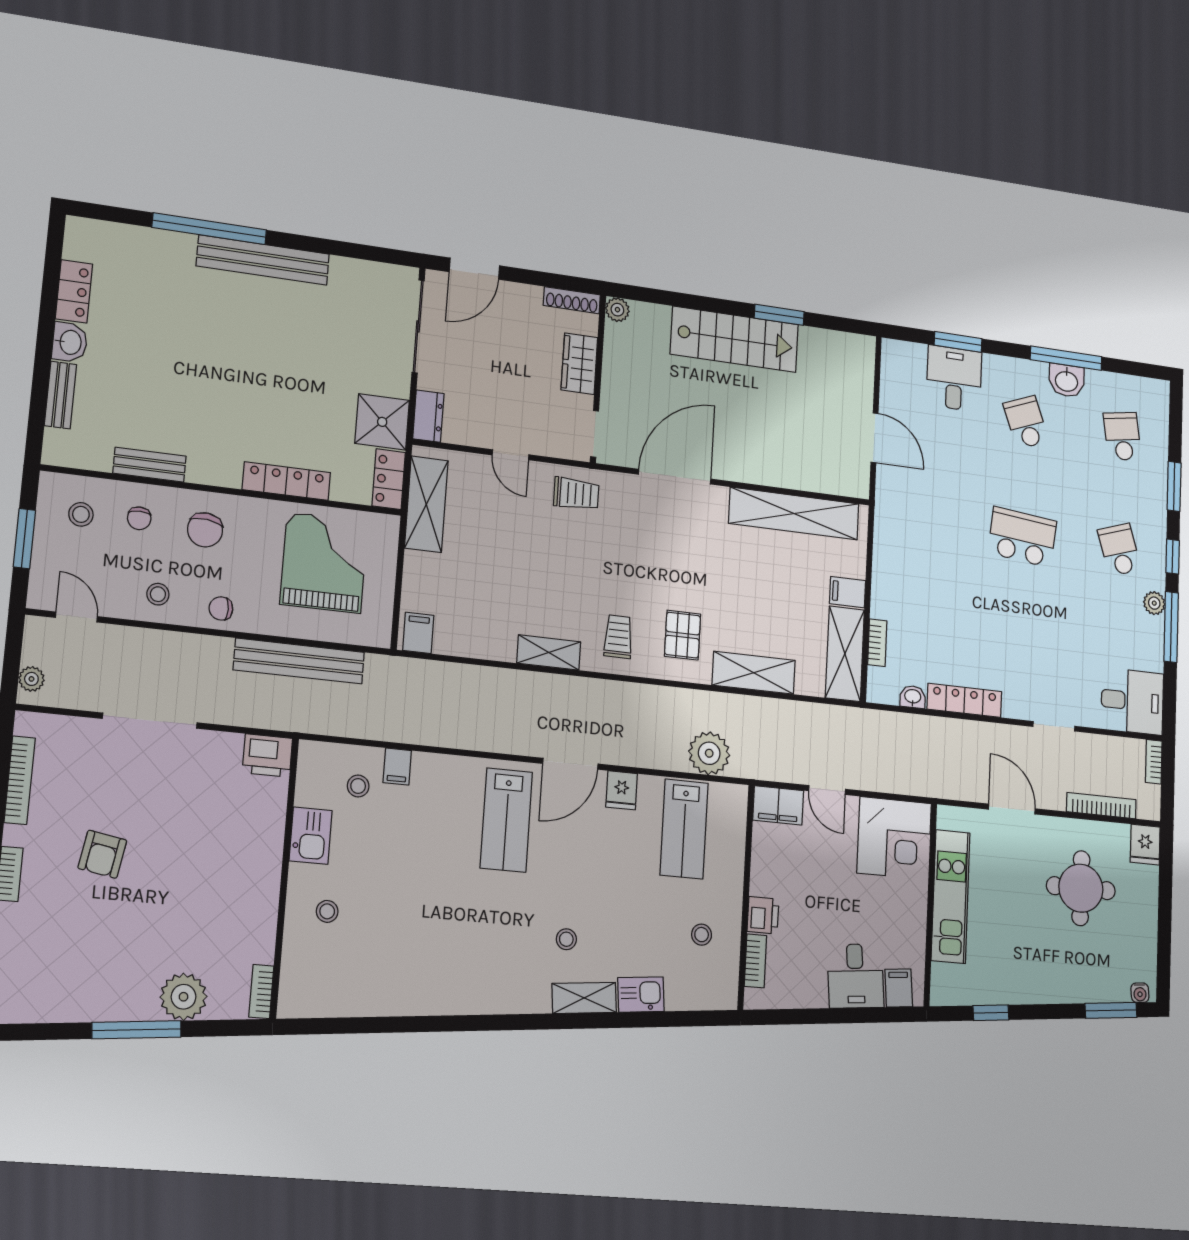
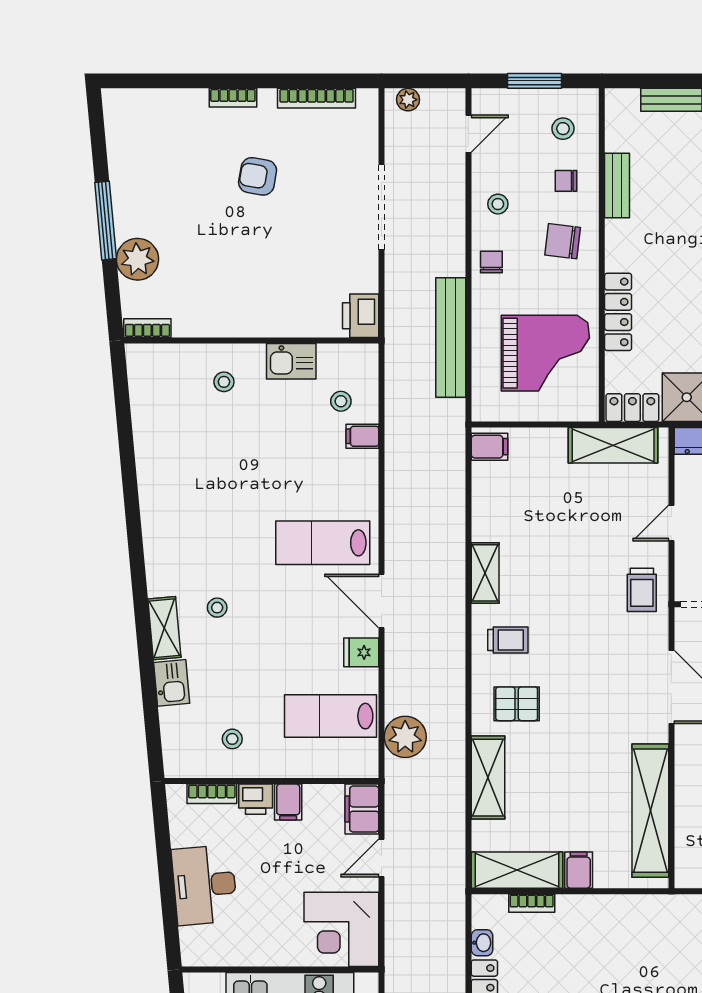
desk: (855, 976) -> (205, 885), width x1.37
filing cabinet: (899, 988) -> (288, 802), moved, turned 95

